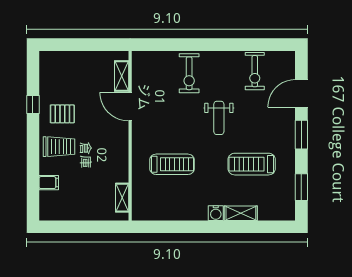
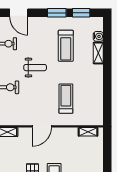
door: (130, 107) -> (42, 126), moved
window: (301, 135) -> (57, 13), moved
water cooler: (216, 213) -> (98, 36), moved

